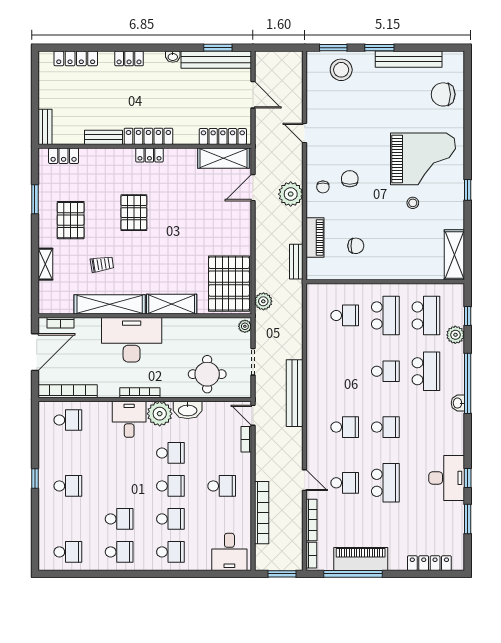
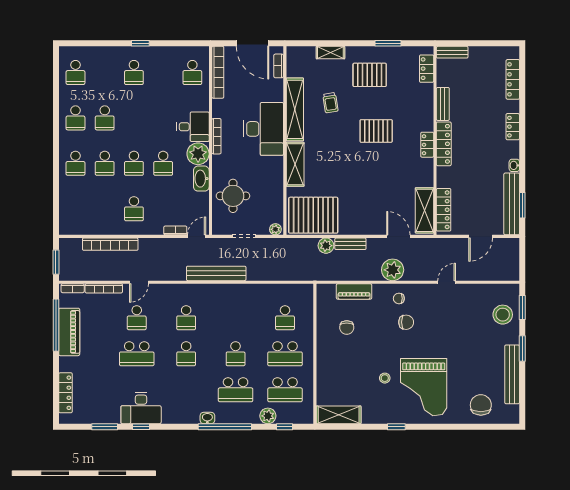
bench: (296, 262) -> (350, 244), moved
plant: (263, 301) -> (326, 246), moved
desk: (229, 552) -> (75, 216), removed

